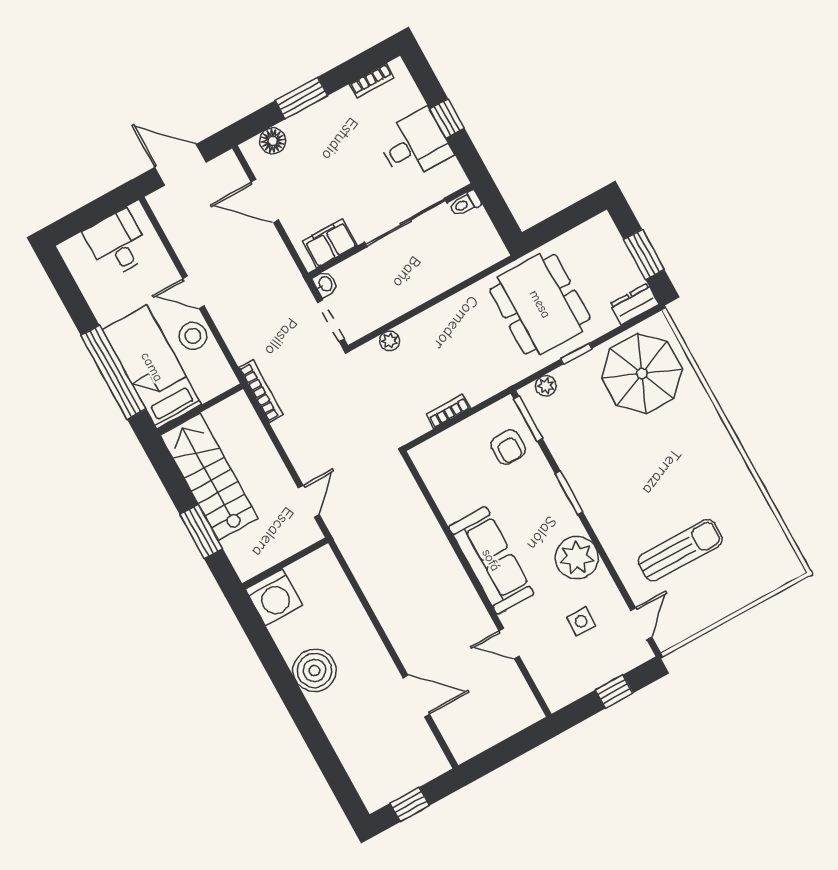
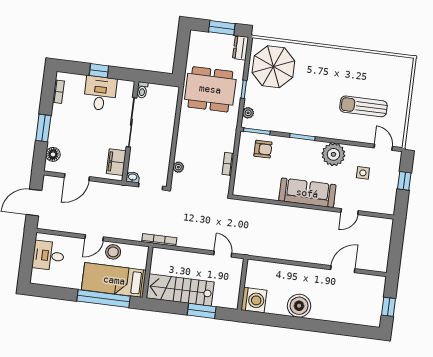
sun lounger: (680, 550) -> (363, 106), turned -90

